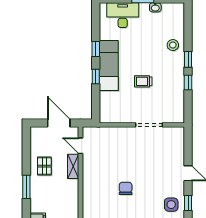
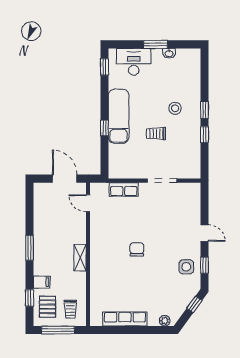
stool: (173, 45) -> (175, 108), moved
window: (96, 49) -> (104, 67), moved
row of seats: (113, 133) -> (124, 189), added
pallet: (44, 166) -> (49, 225), removed
shelving: (73, 166) -> (80, 258), moved

